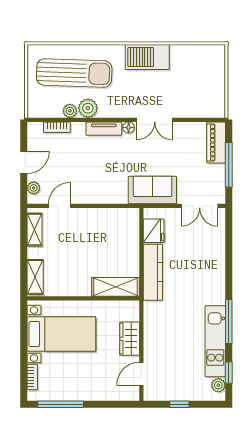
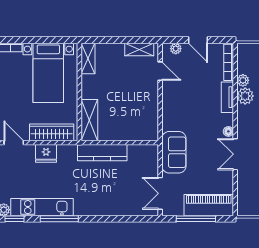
bookcase: (57, 127) -> (229, 62), width x1.56
tv unit: (104, 129) -> (227, 97), moved
piano: (216, 143) -> (209, 205), width x1.37, depth x1.33
fridge: (154, 231) -> (46, 153), moved
shelving: (35, 277) -> (88, 58), moved, turned 90
wardrobe: (130, 339) -> (52, 132), width x1.50

